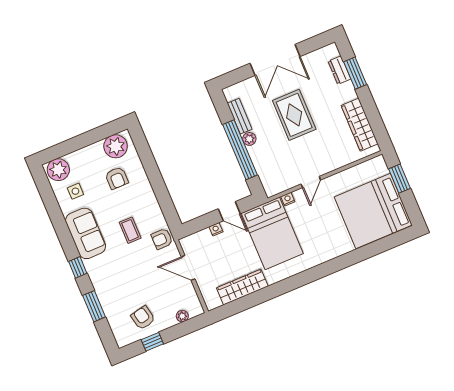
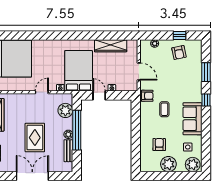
plant: (116, 146) -> (168, 164), moved
plant: (267, 170) -> (65, 110), added

